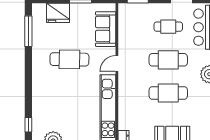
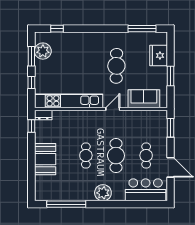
door: (117, 63) -> (113, 109), hinge flipped
cafe table: (168, 93) -> (86, 156), width x0.73, depth x0.74

